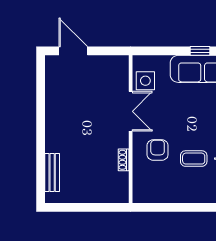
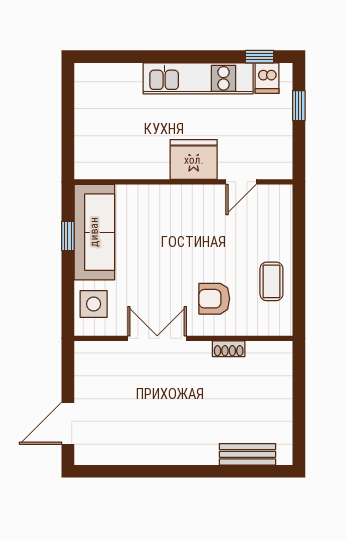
side table: (145, 81) -> (94, 304), moved
coffee table: (194, 159) -> (271, 281), moved

